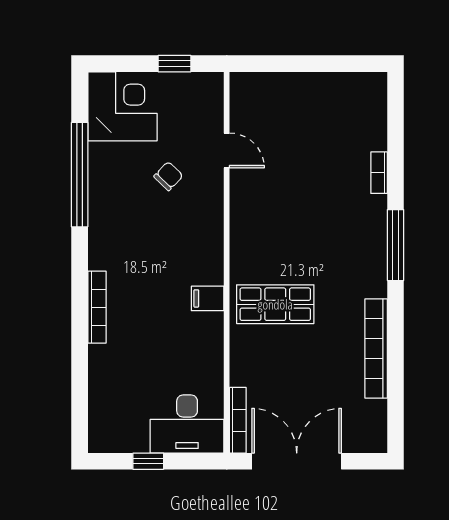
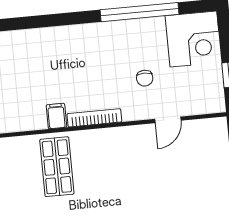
chair: (168, 176) -> (145, 78), turned 46
bookcase: (97, 307) -> (94, 118), moved, turned 180

